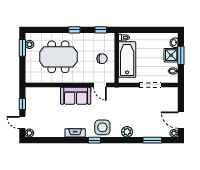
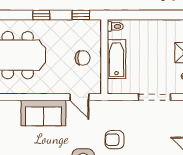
bathtub: (127, 59) -> (116, 59), width x0.73, depth x0.73
armchair: (124, 114) -> (115, 140), added

